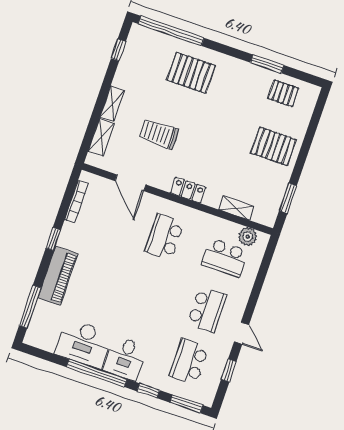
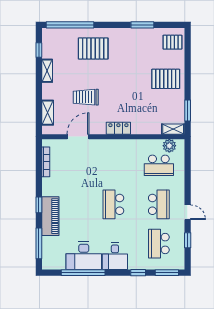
pallet: (283, 93) -> (172, 42), moved
shelving: (112, 104) -> (47, 71), moved
door: (130, 183) -> (78, 137), swing flipped
shelving: (236, 208) -> (173, 129), moved
school desk: (164, 237) -> (113, 204), moved
window: (53, 239) -> (39, 205), moved
window: (97, 373) -> (83, 273), moved

